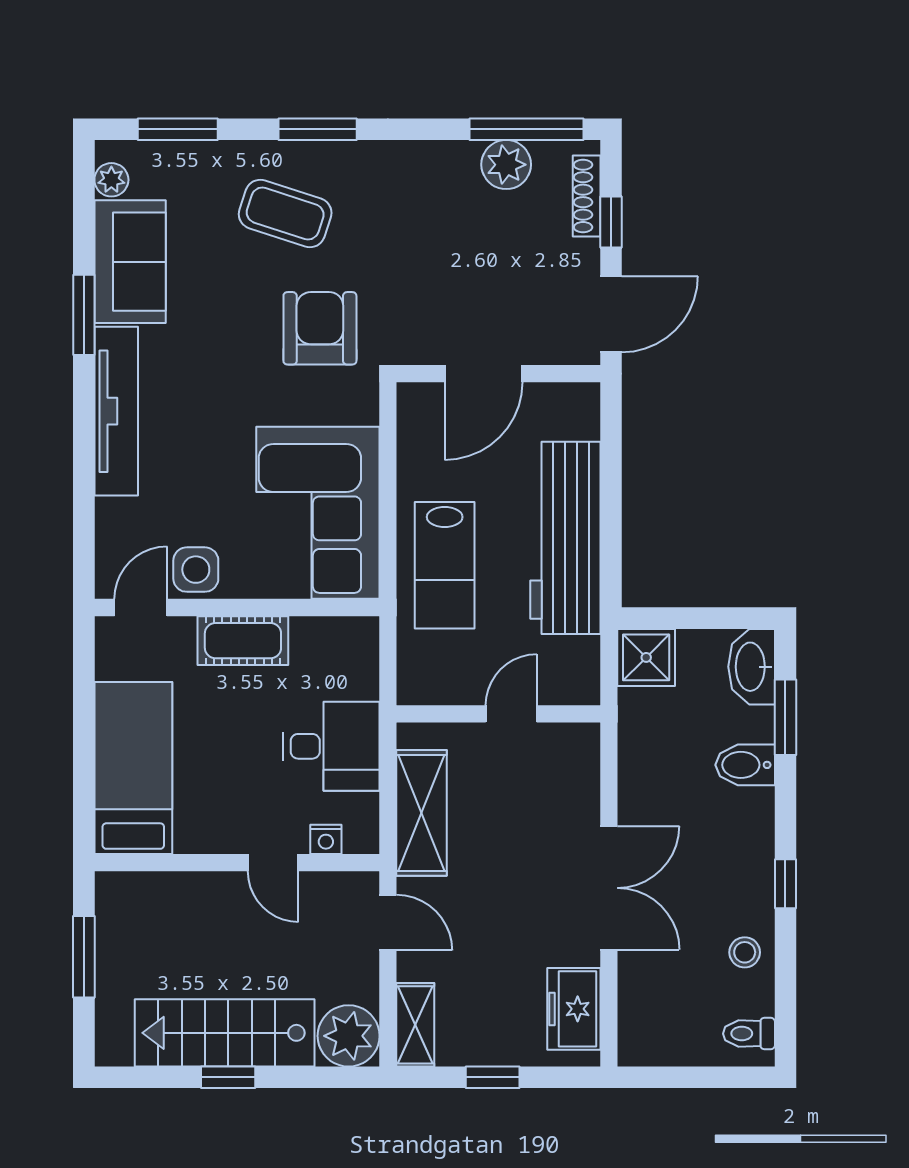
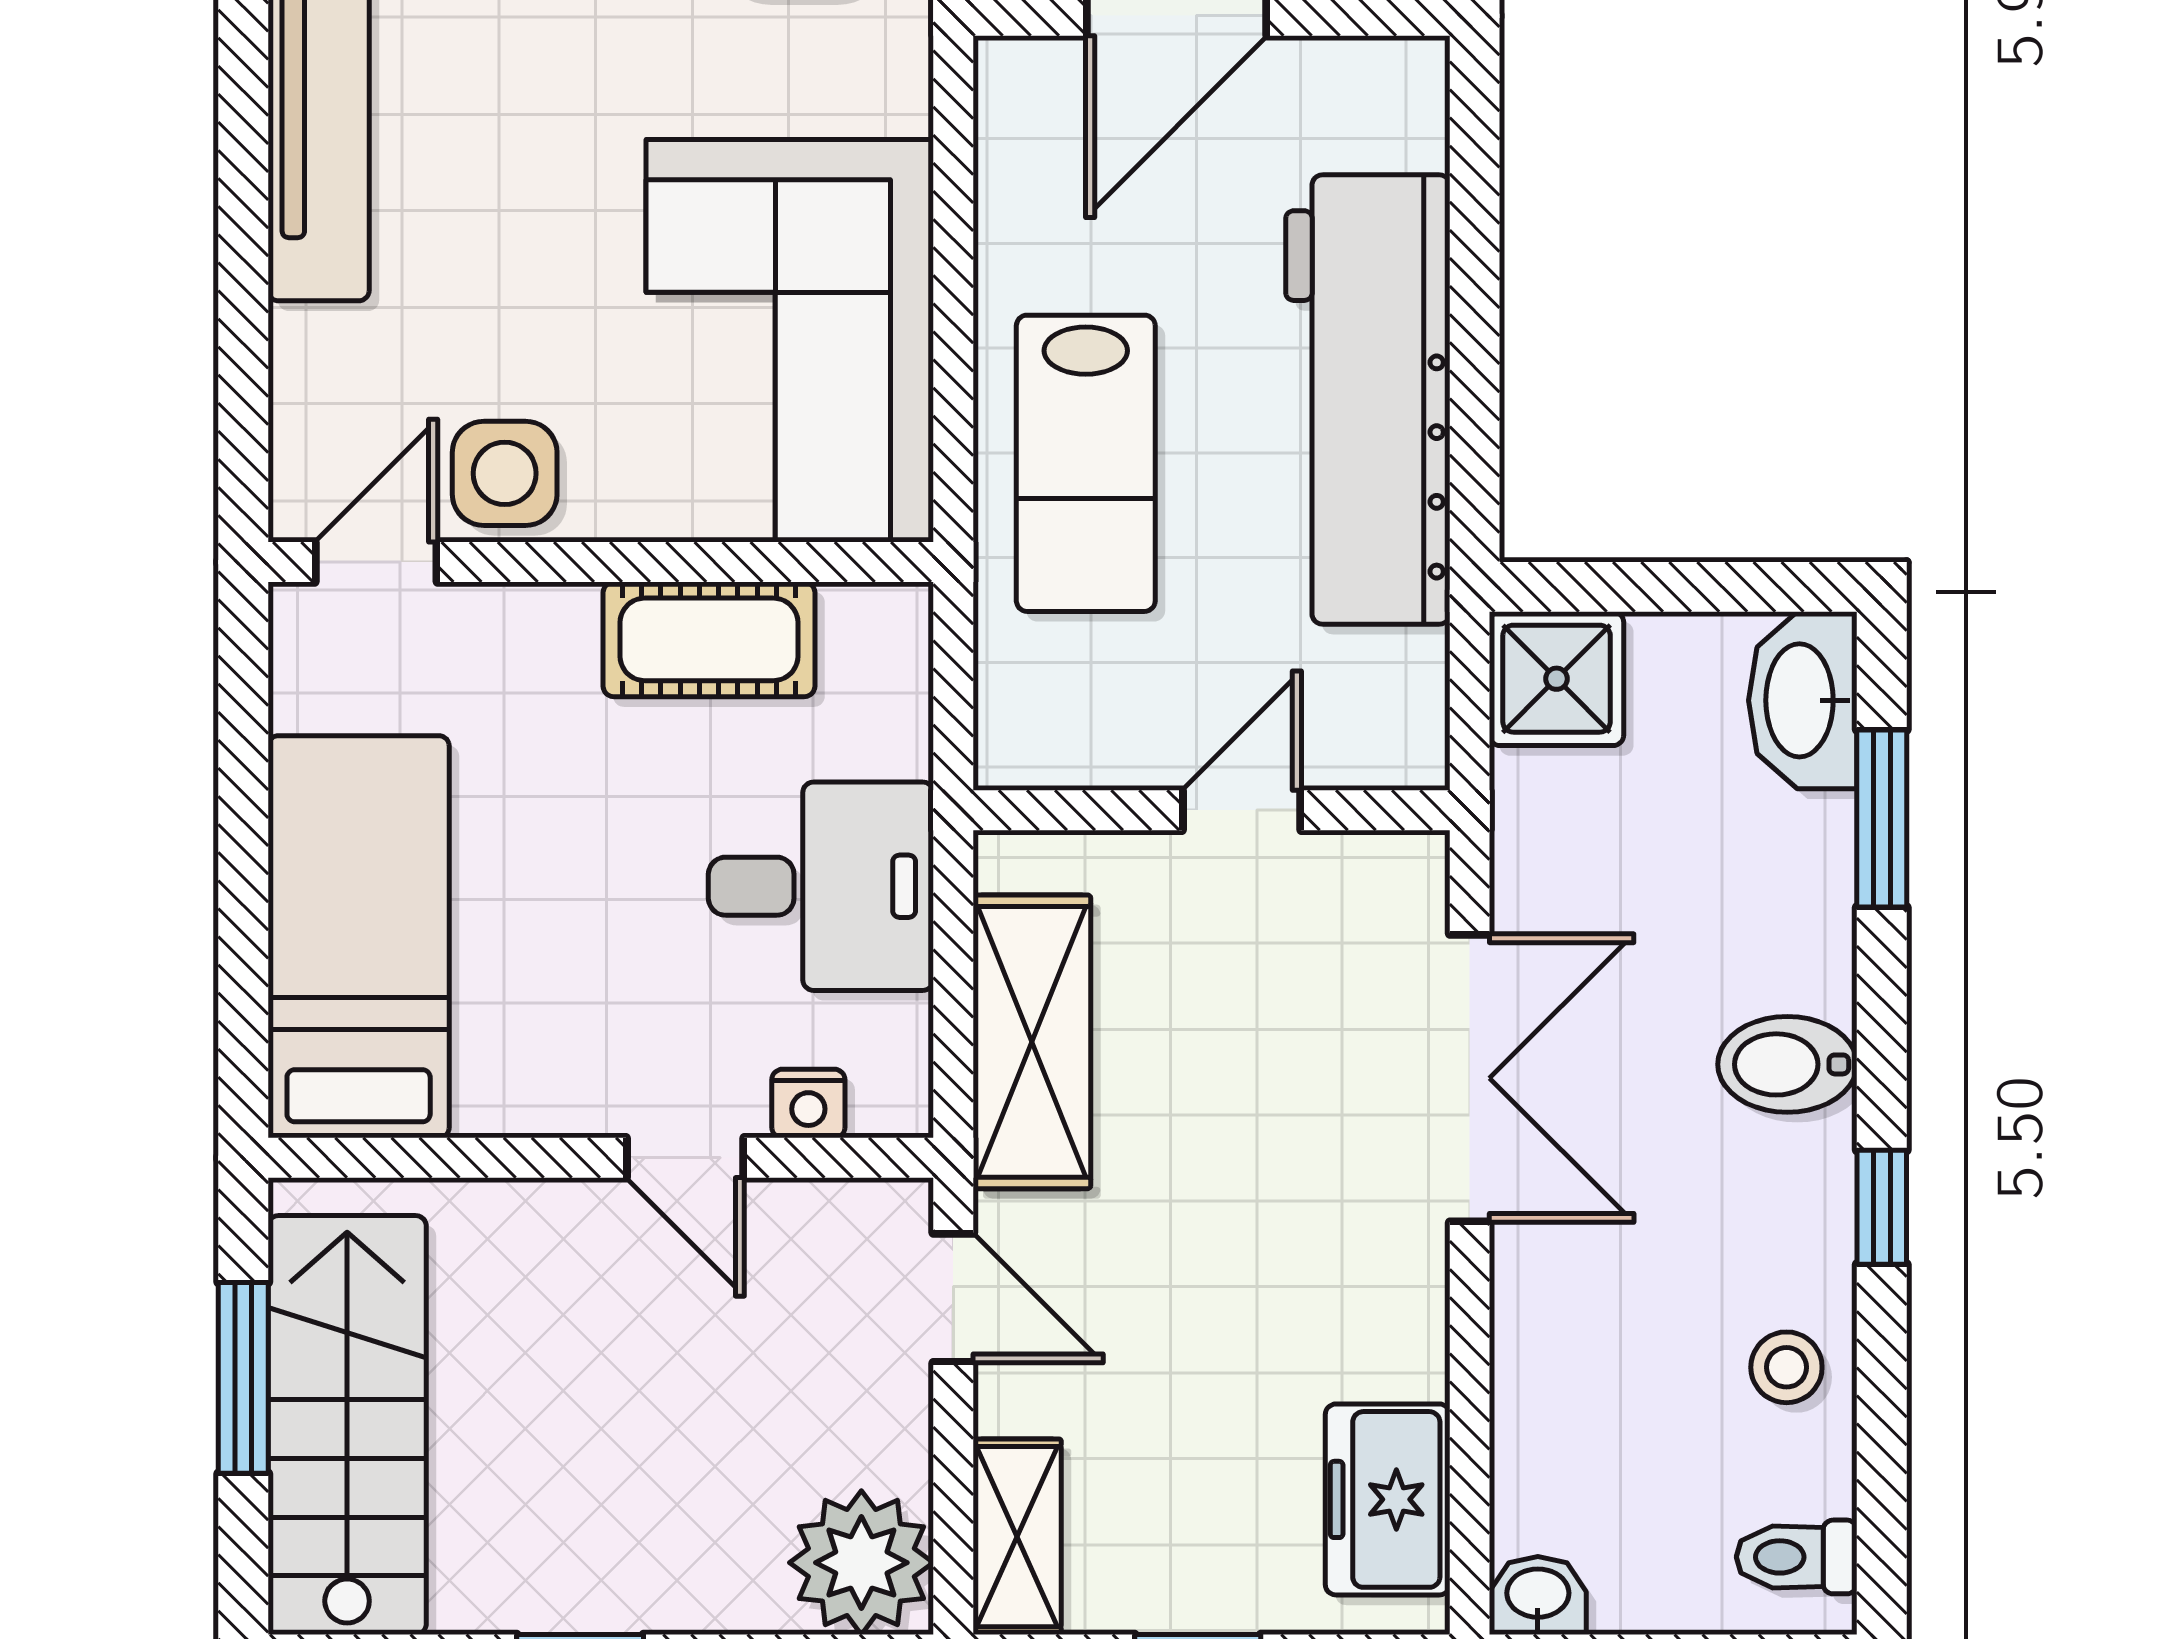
cot: (243, 641) -> (709, 639), moved
bidet: (745, 765) -> (1787, 1064), moved
double door: (609, 888) -> (1470, 1078), moved
stairs: (225, 1033) -> (347, 1425), moved, turned 90
washbasin: (638, 1050) -> (1538, 1595), added

